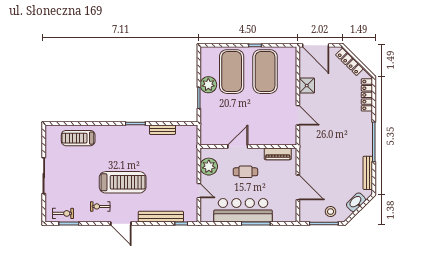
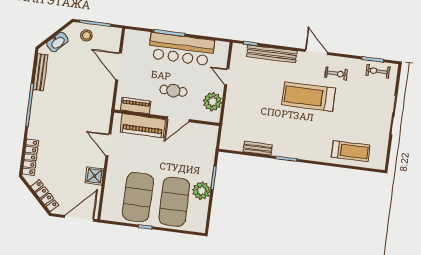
door: (316, 45) -> (79, 218), hinge flipped
piano: (269, 137) -> (143, 126), added

